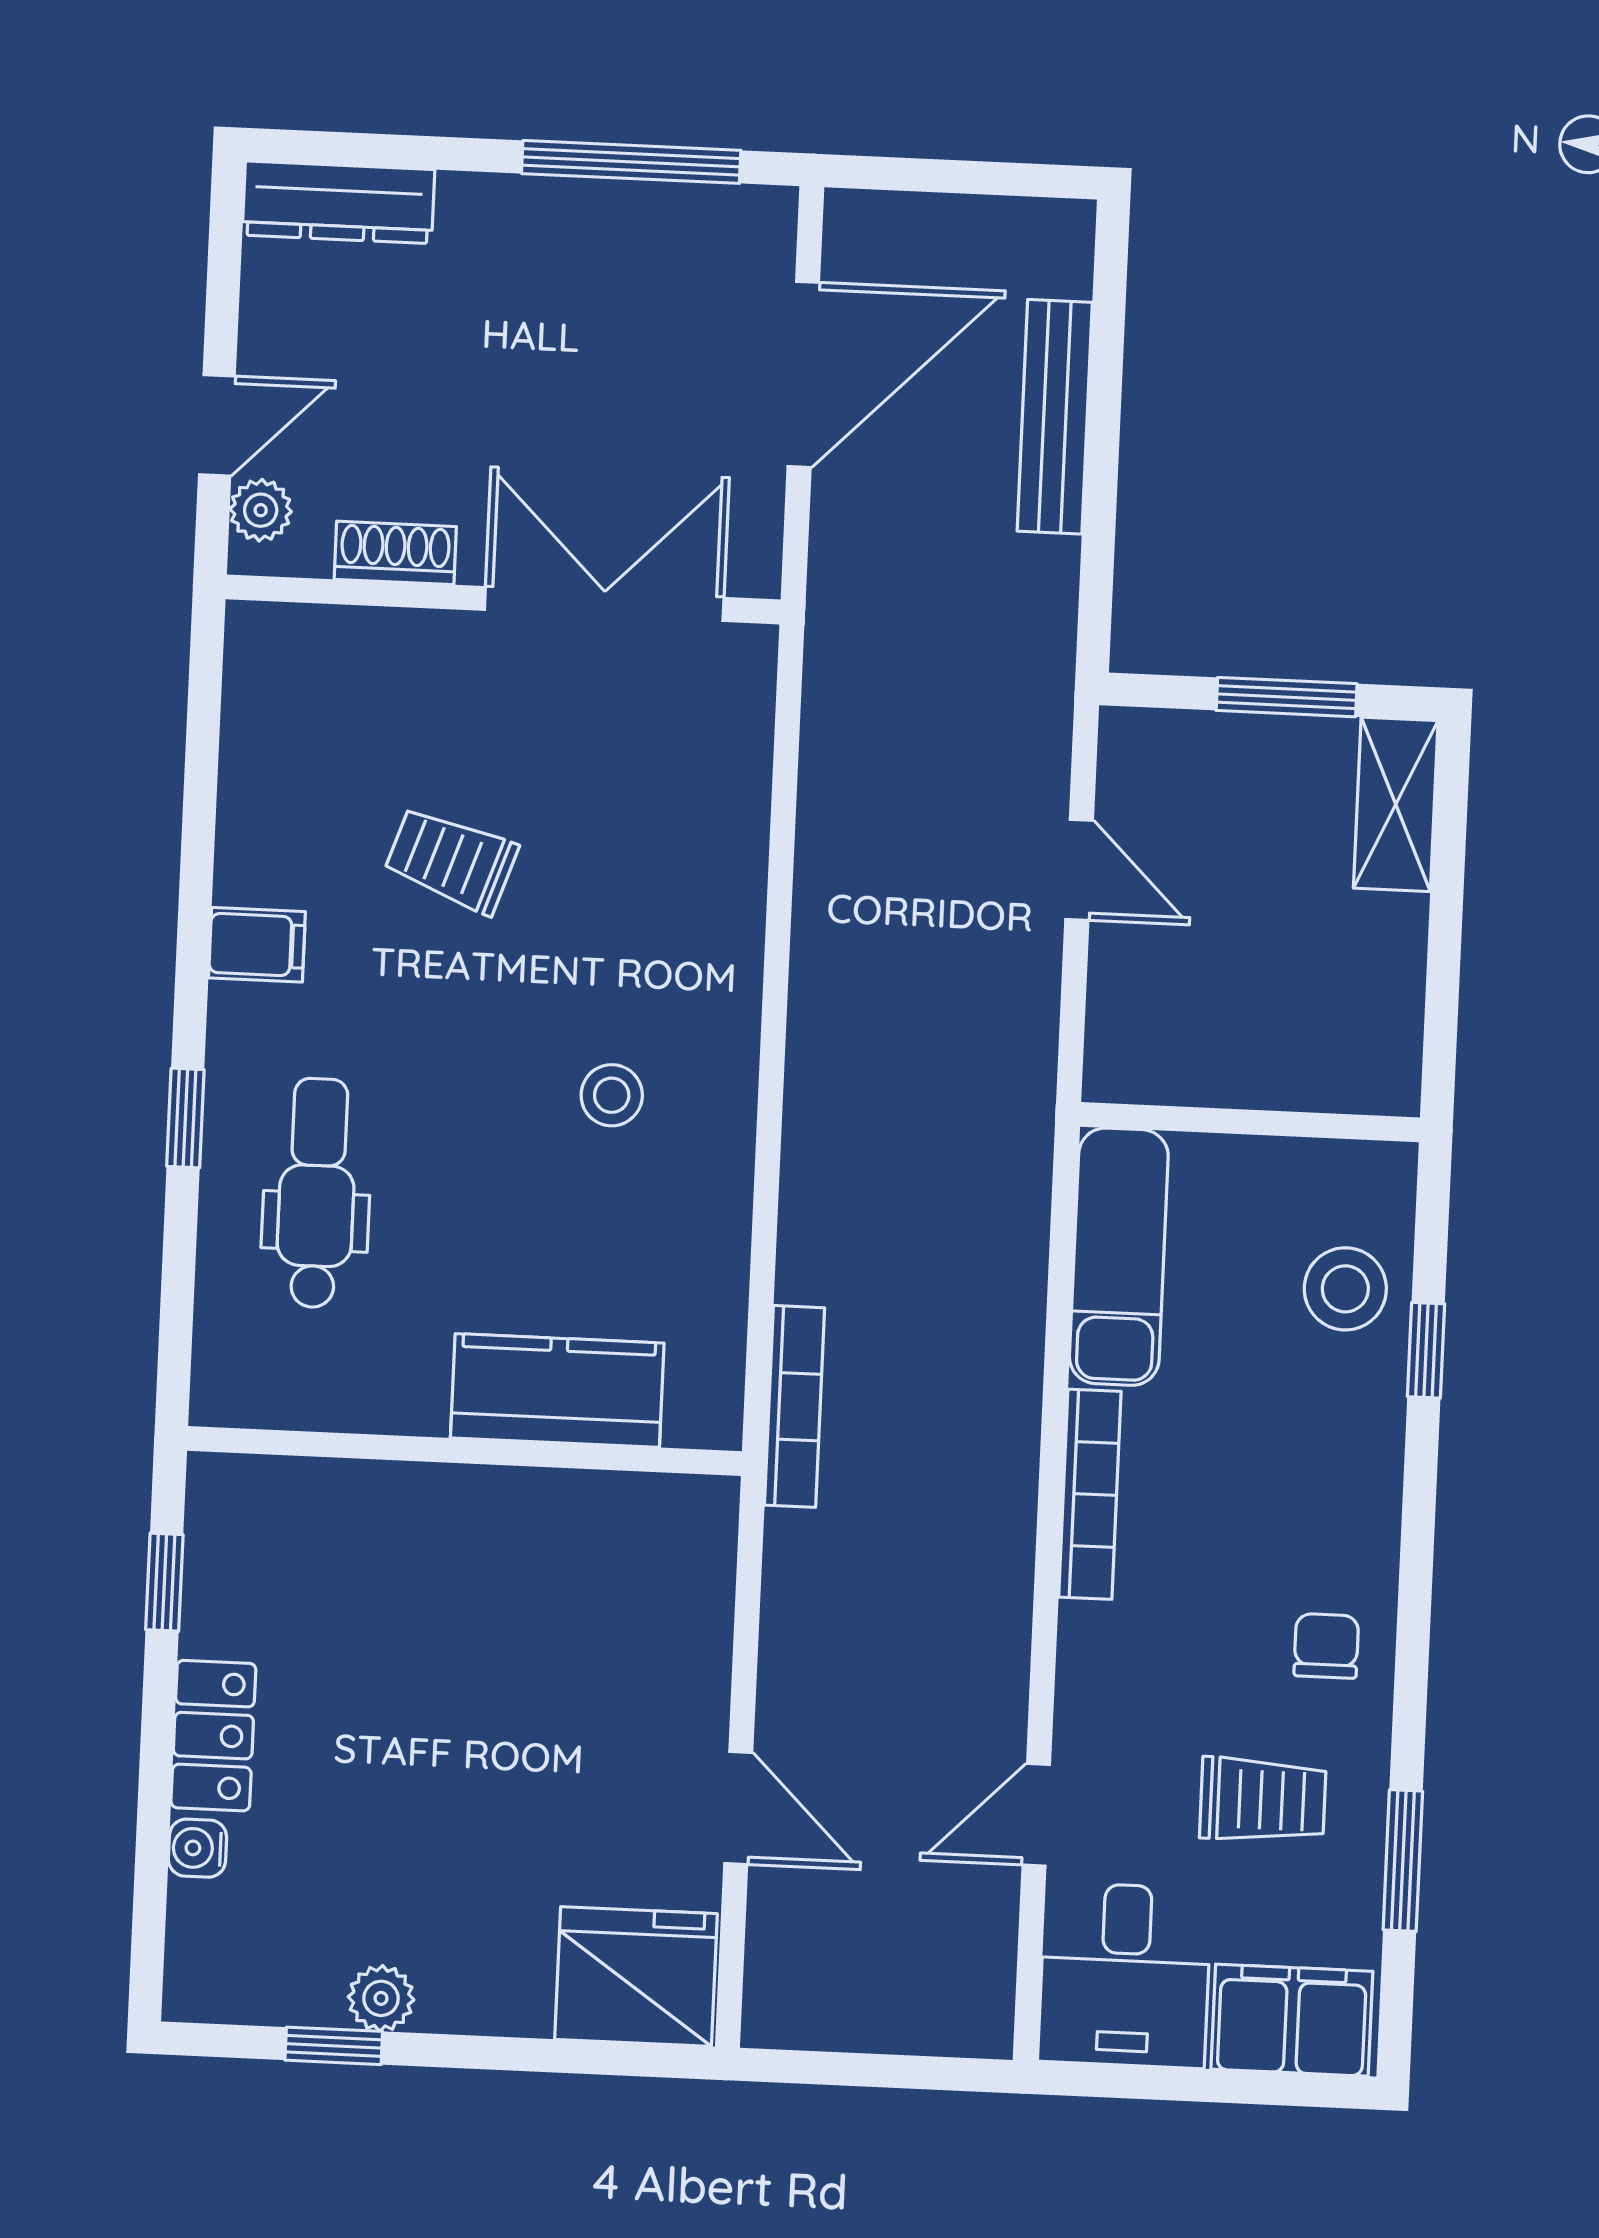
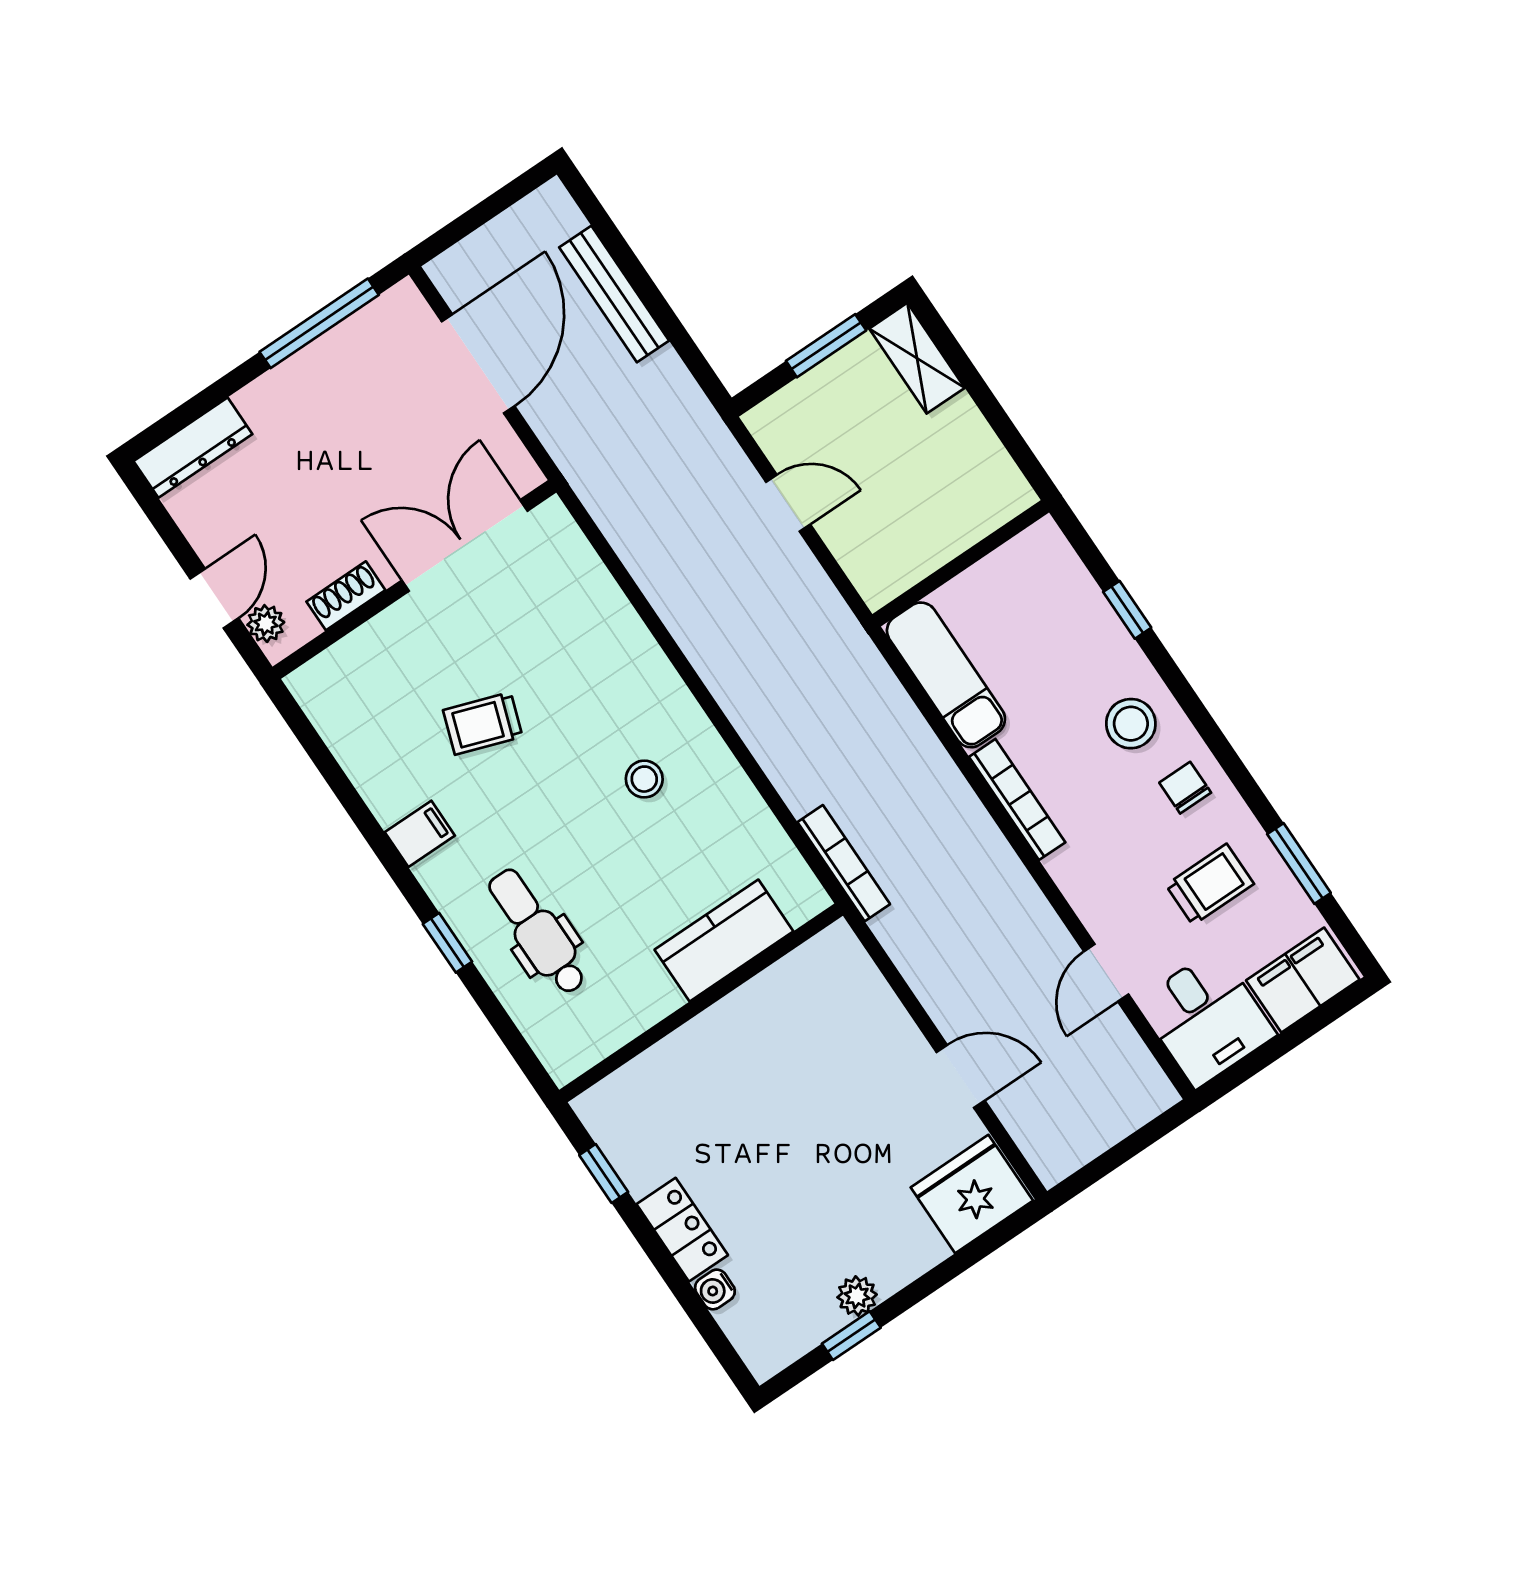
stool: (1345, 1289) -> (1131, 724), moved

